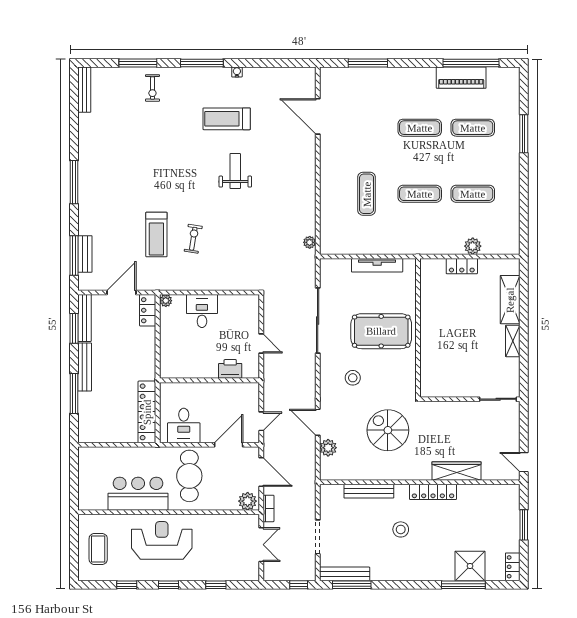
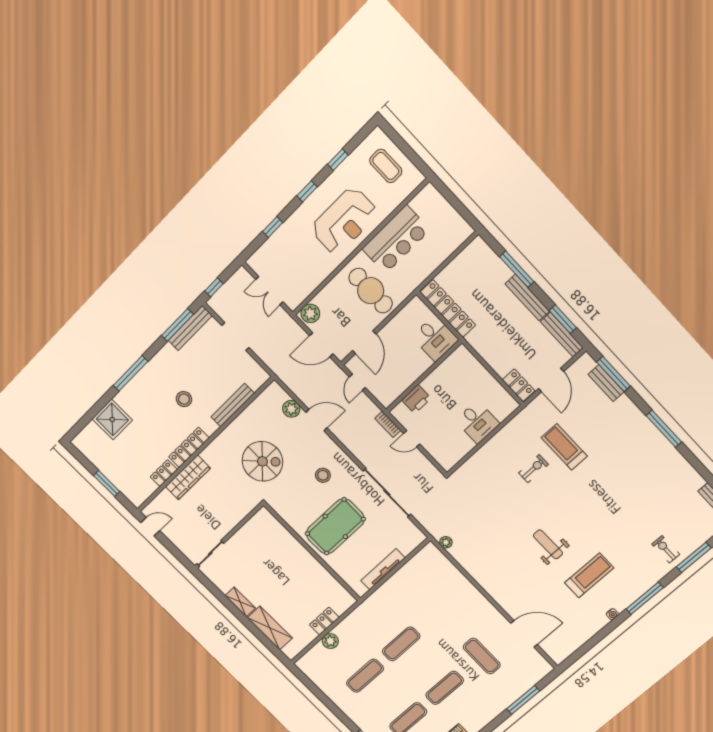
weight bench: (235, 171) -> (548, 544), turned 180
exercise mat: (367, 194) -> (482, 656), moved
exercise bike: (193, 239) -> (534, 469), turned -99
plant: (166, 301) -> (512, 405), removed
desk: (184, 425) -> (435, 338), moved, turned 180
bookcase: (268, 508) -> (388, 424), moved
locker: (513, 567) -> (164, 473), moved, turned -90
window: (463, 585) -> (131, 373), moved

